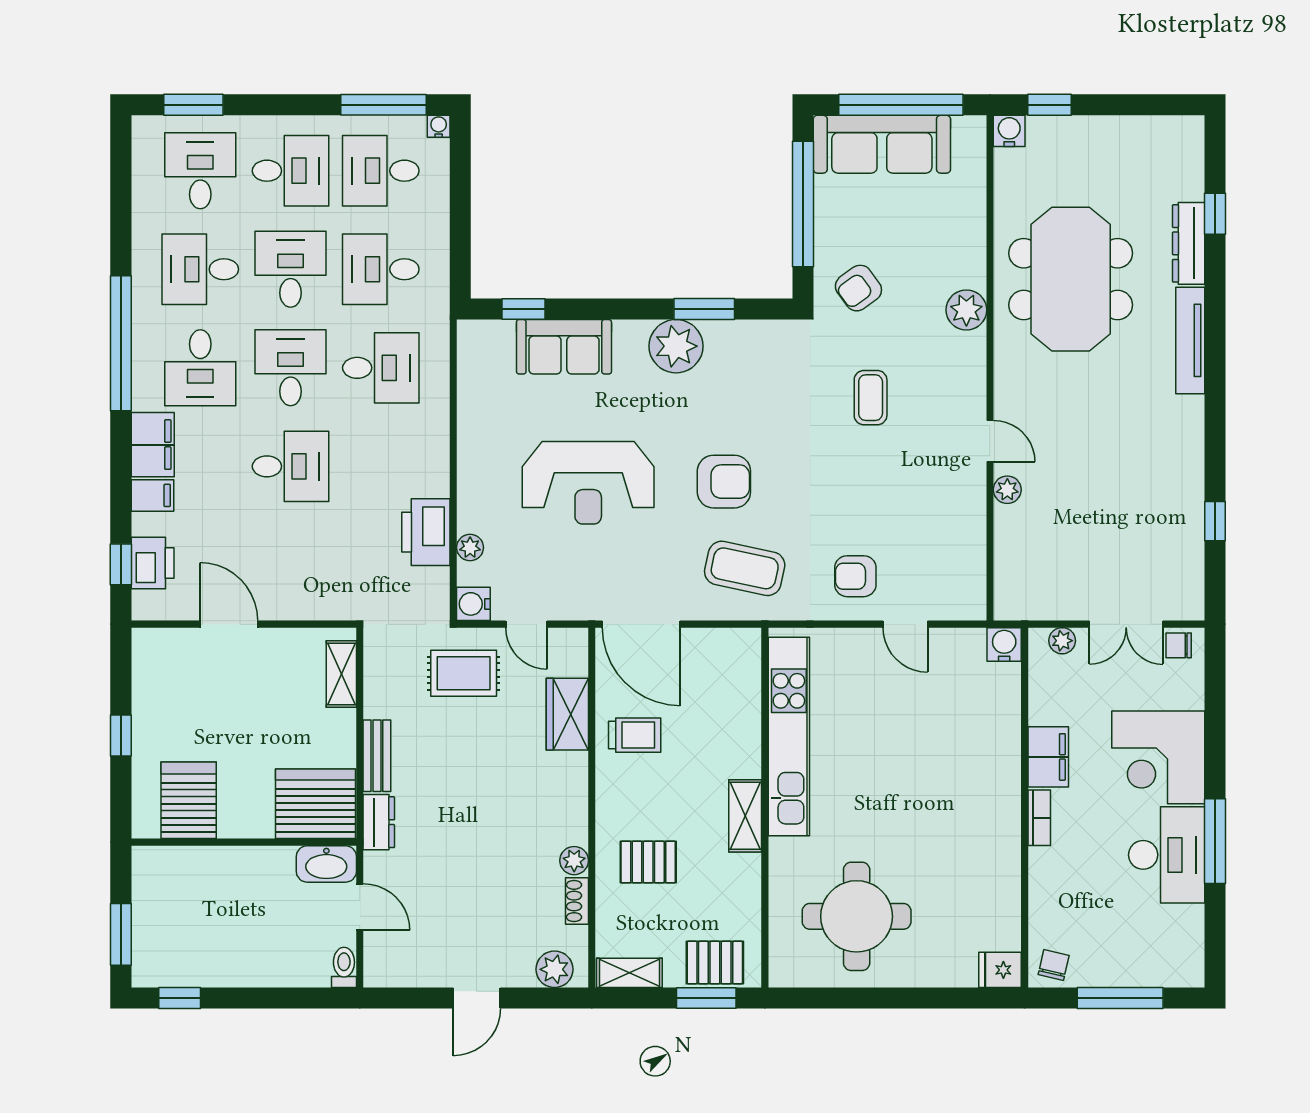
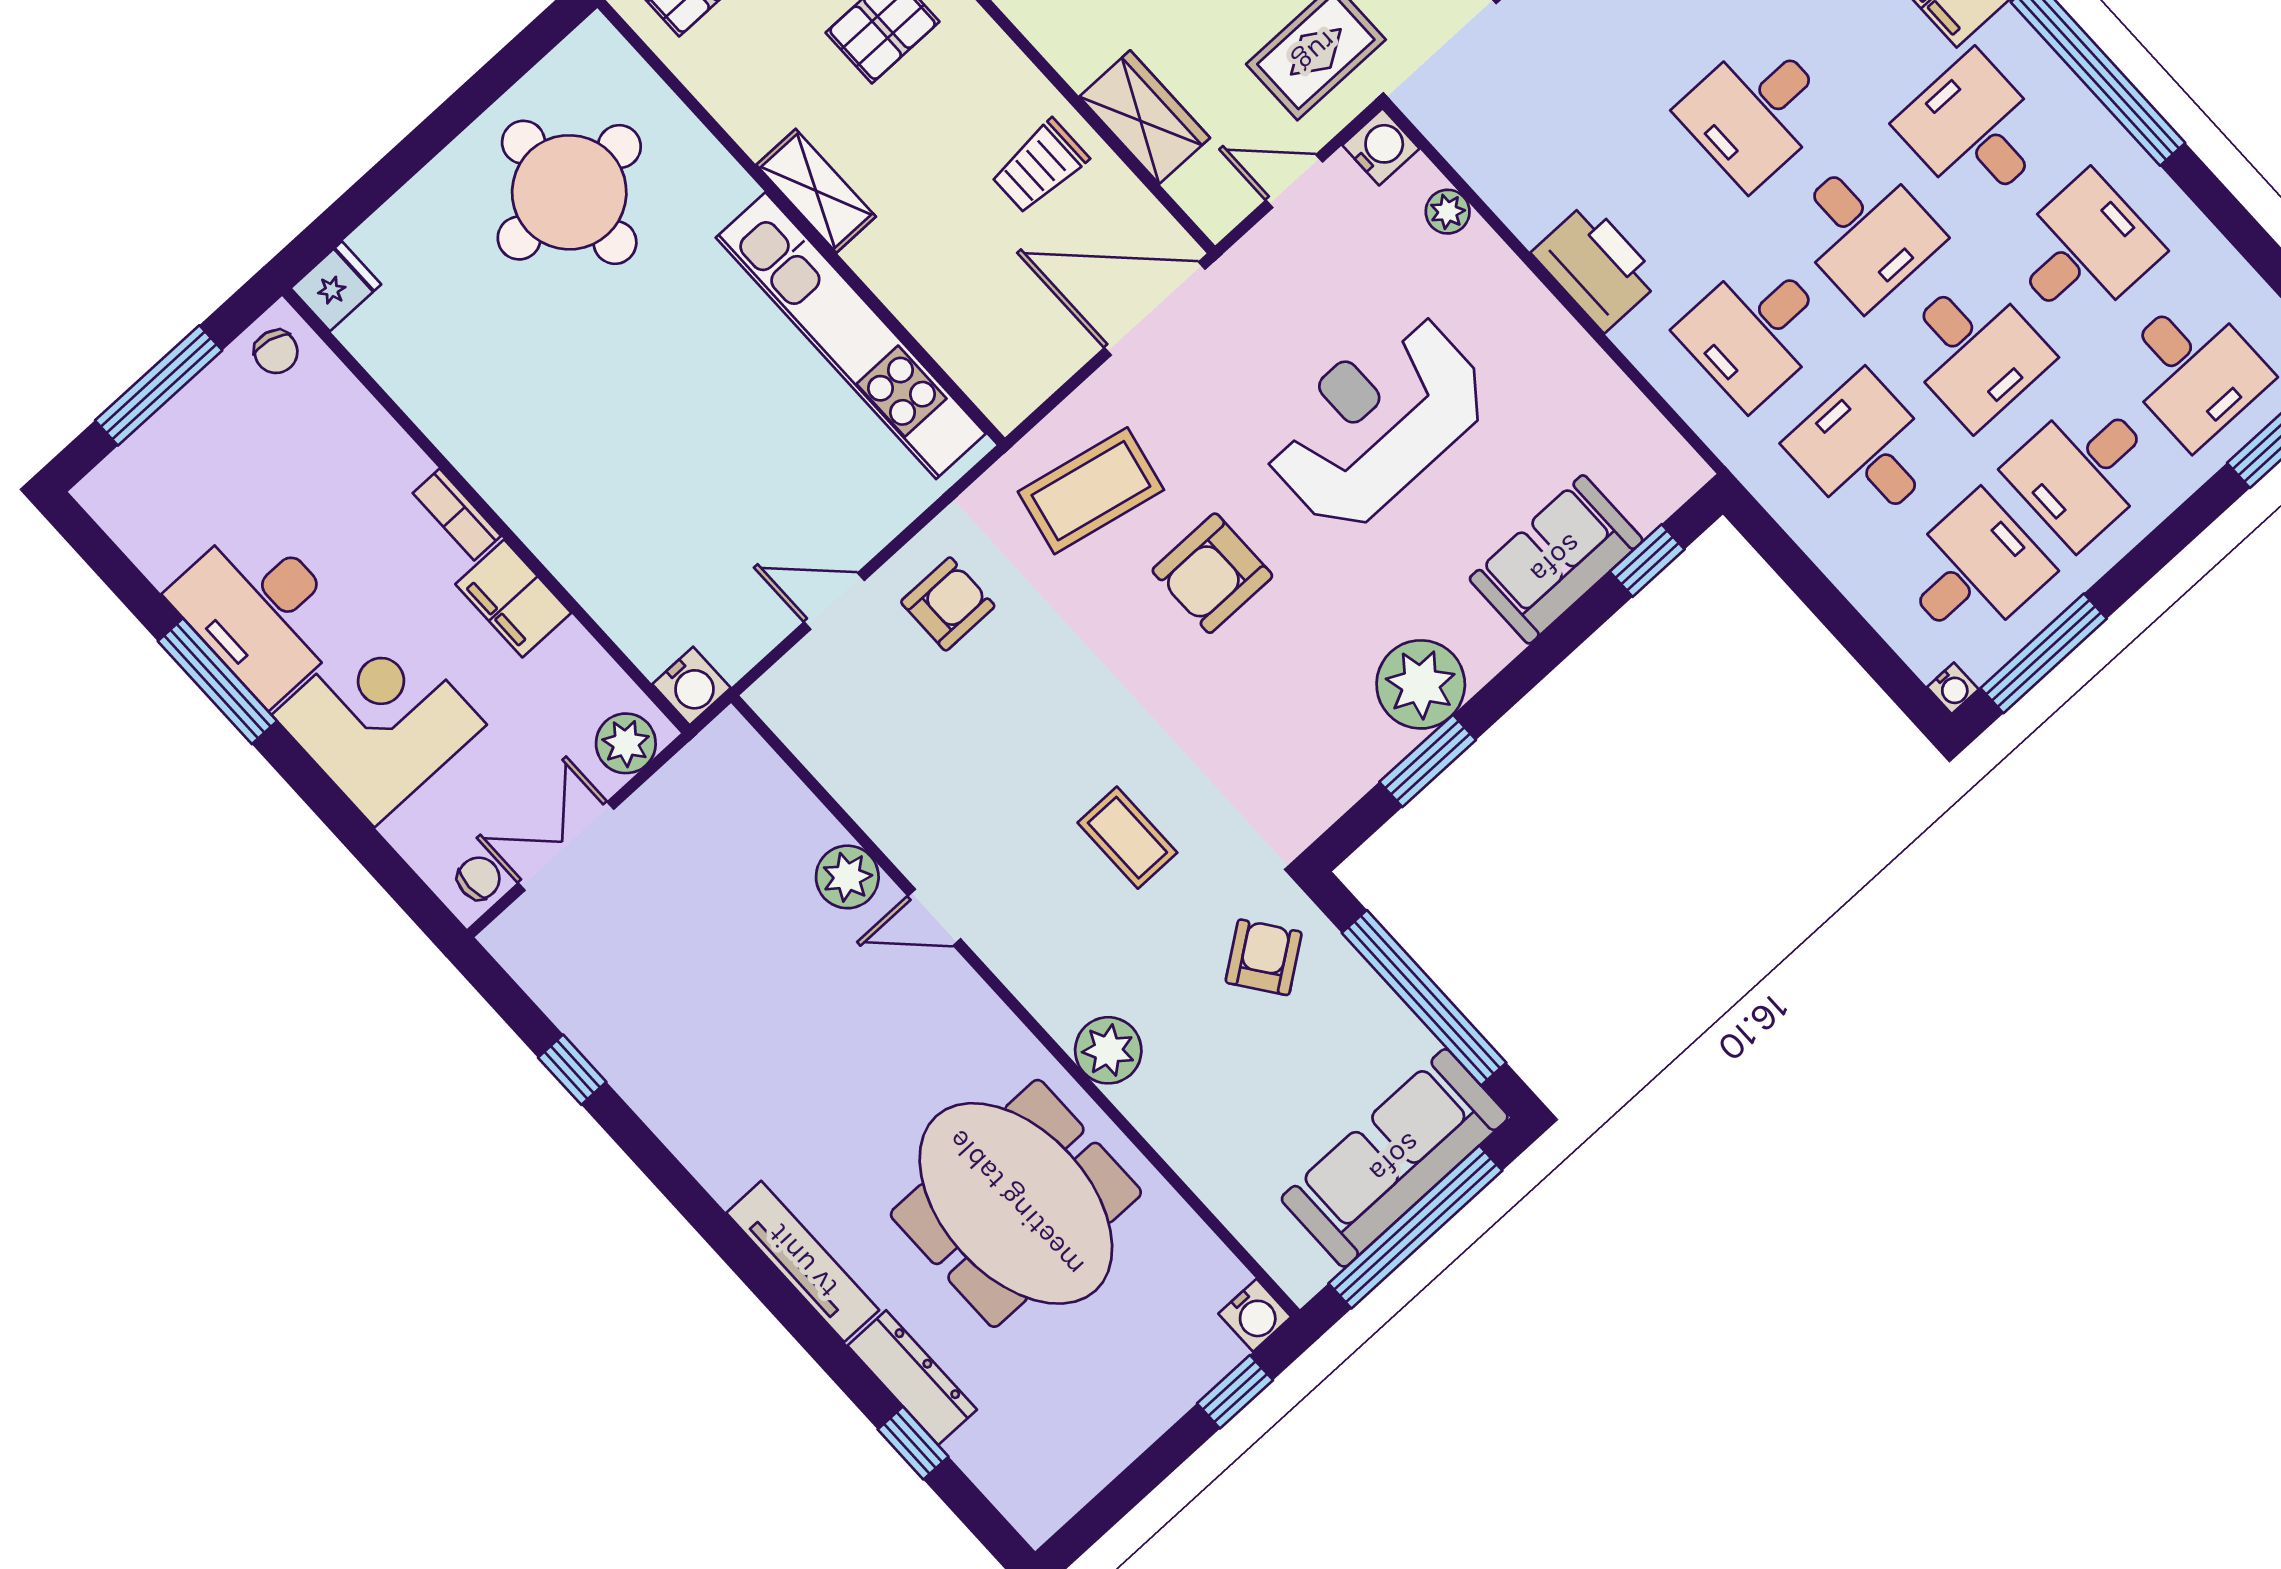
desk: (381, 269) -> (1864, 450), turned -90
plant: (1007, 490) -> (847, 877), width x1.38, depth x1.38
printer: (426, 532) -> (1596, 267), moved
plant: (1062, 641) -> (626, 743), width x1.38, depth x1.38

